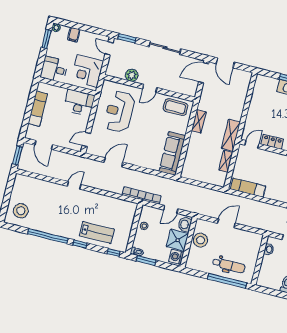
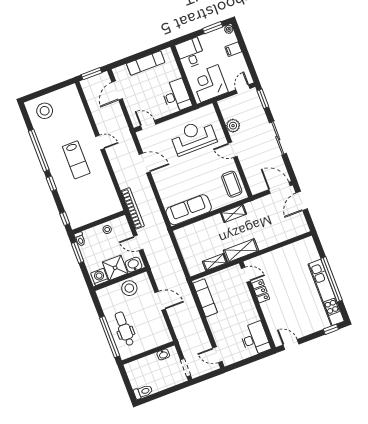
lab bench: (97, 232) -> (76, 160), moved
dental chair: (229, 265) -> (124, 329), turned 180

